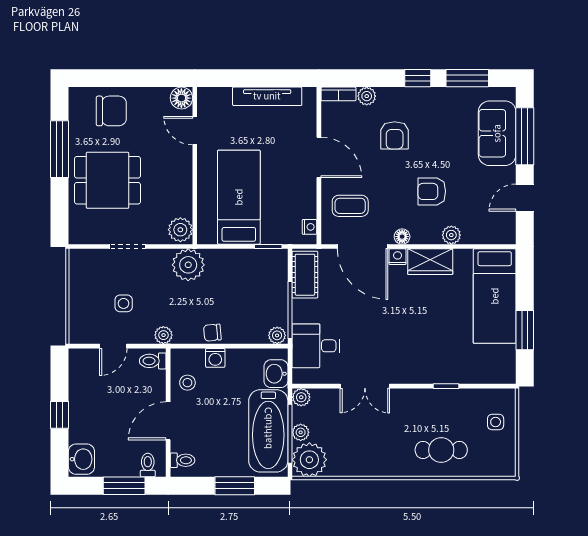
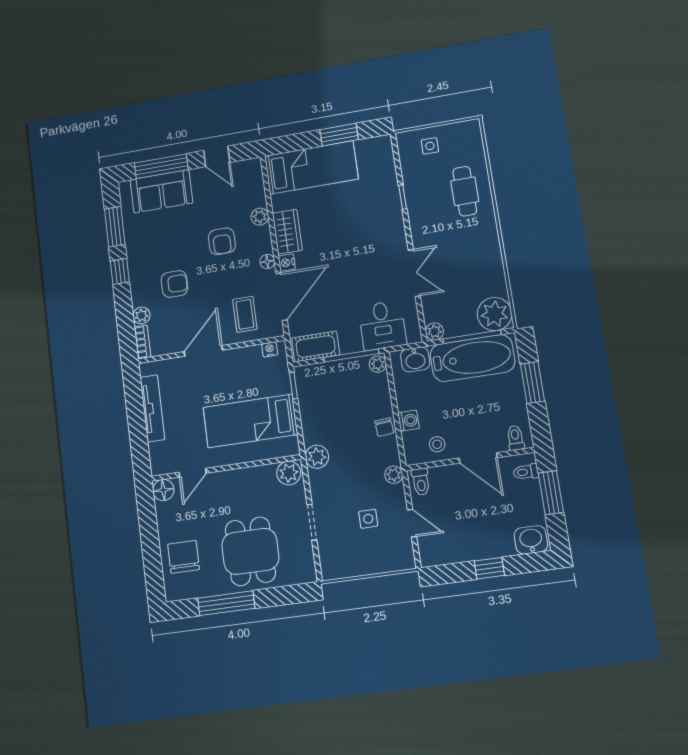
plant: (188, 265) -> (317, 457), width x0.73, depth x0.73
plant: (301, 432) -> (469, 327), removed

